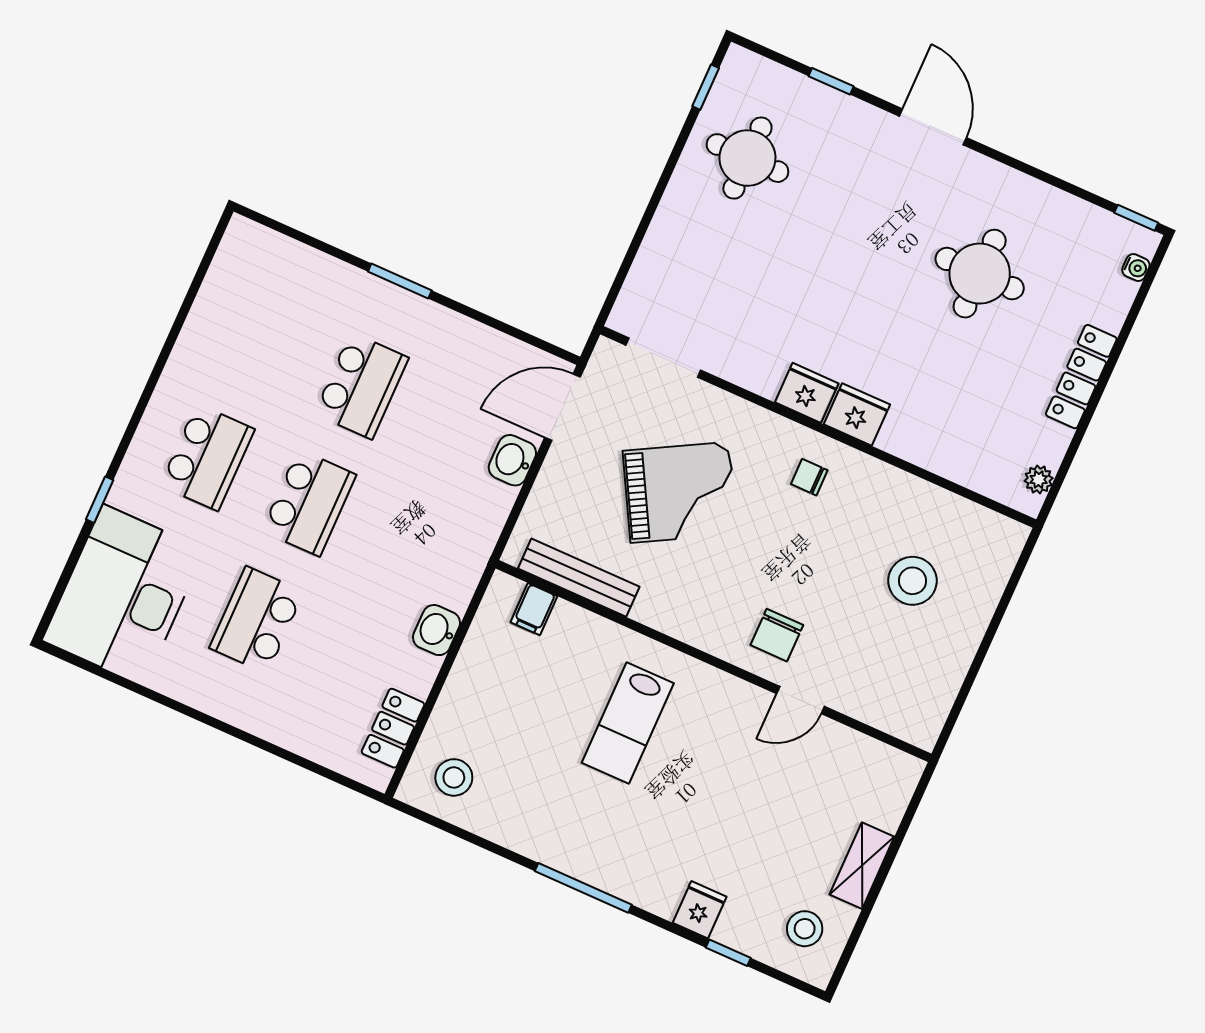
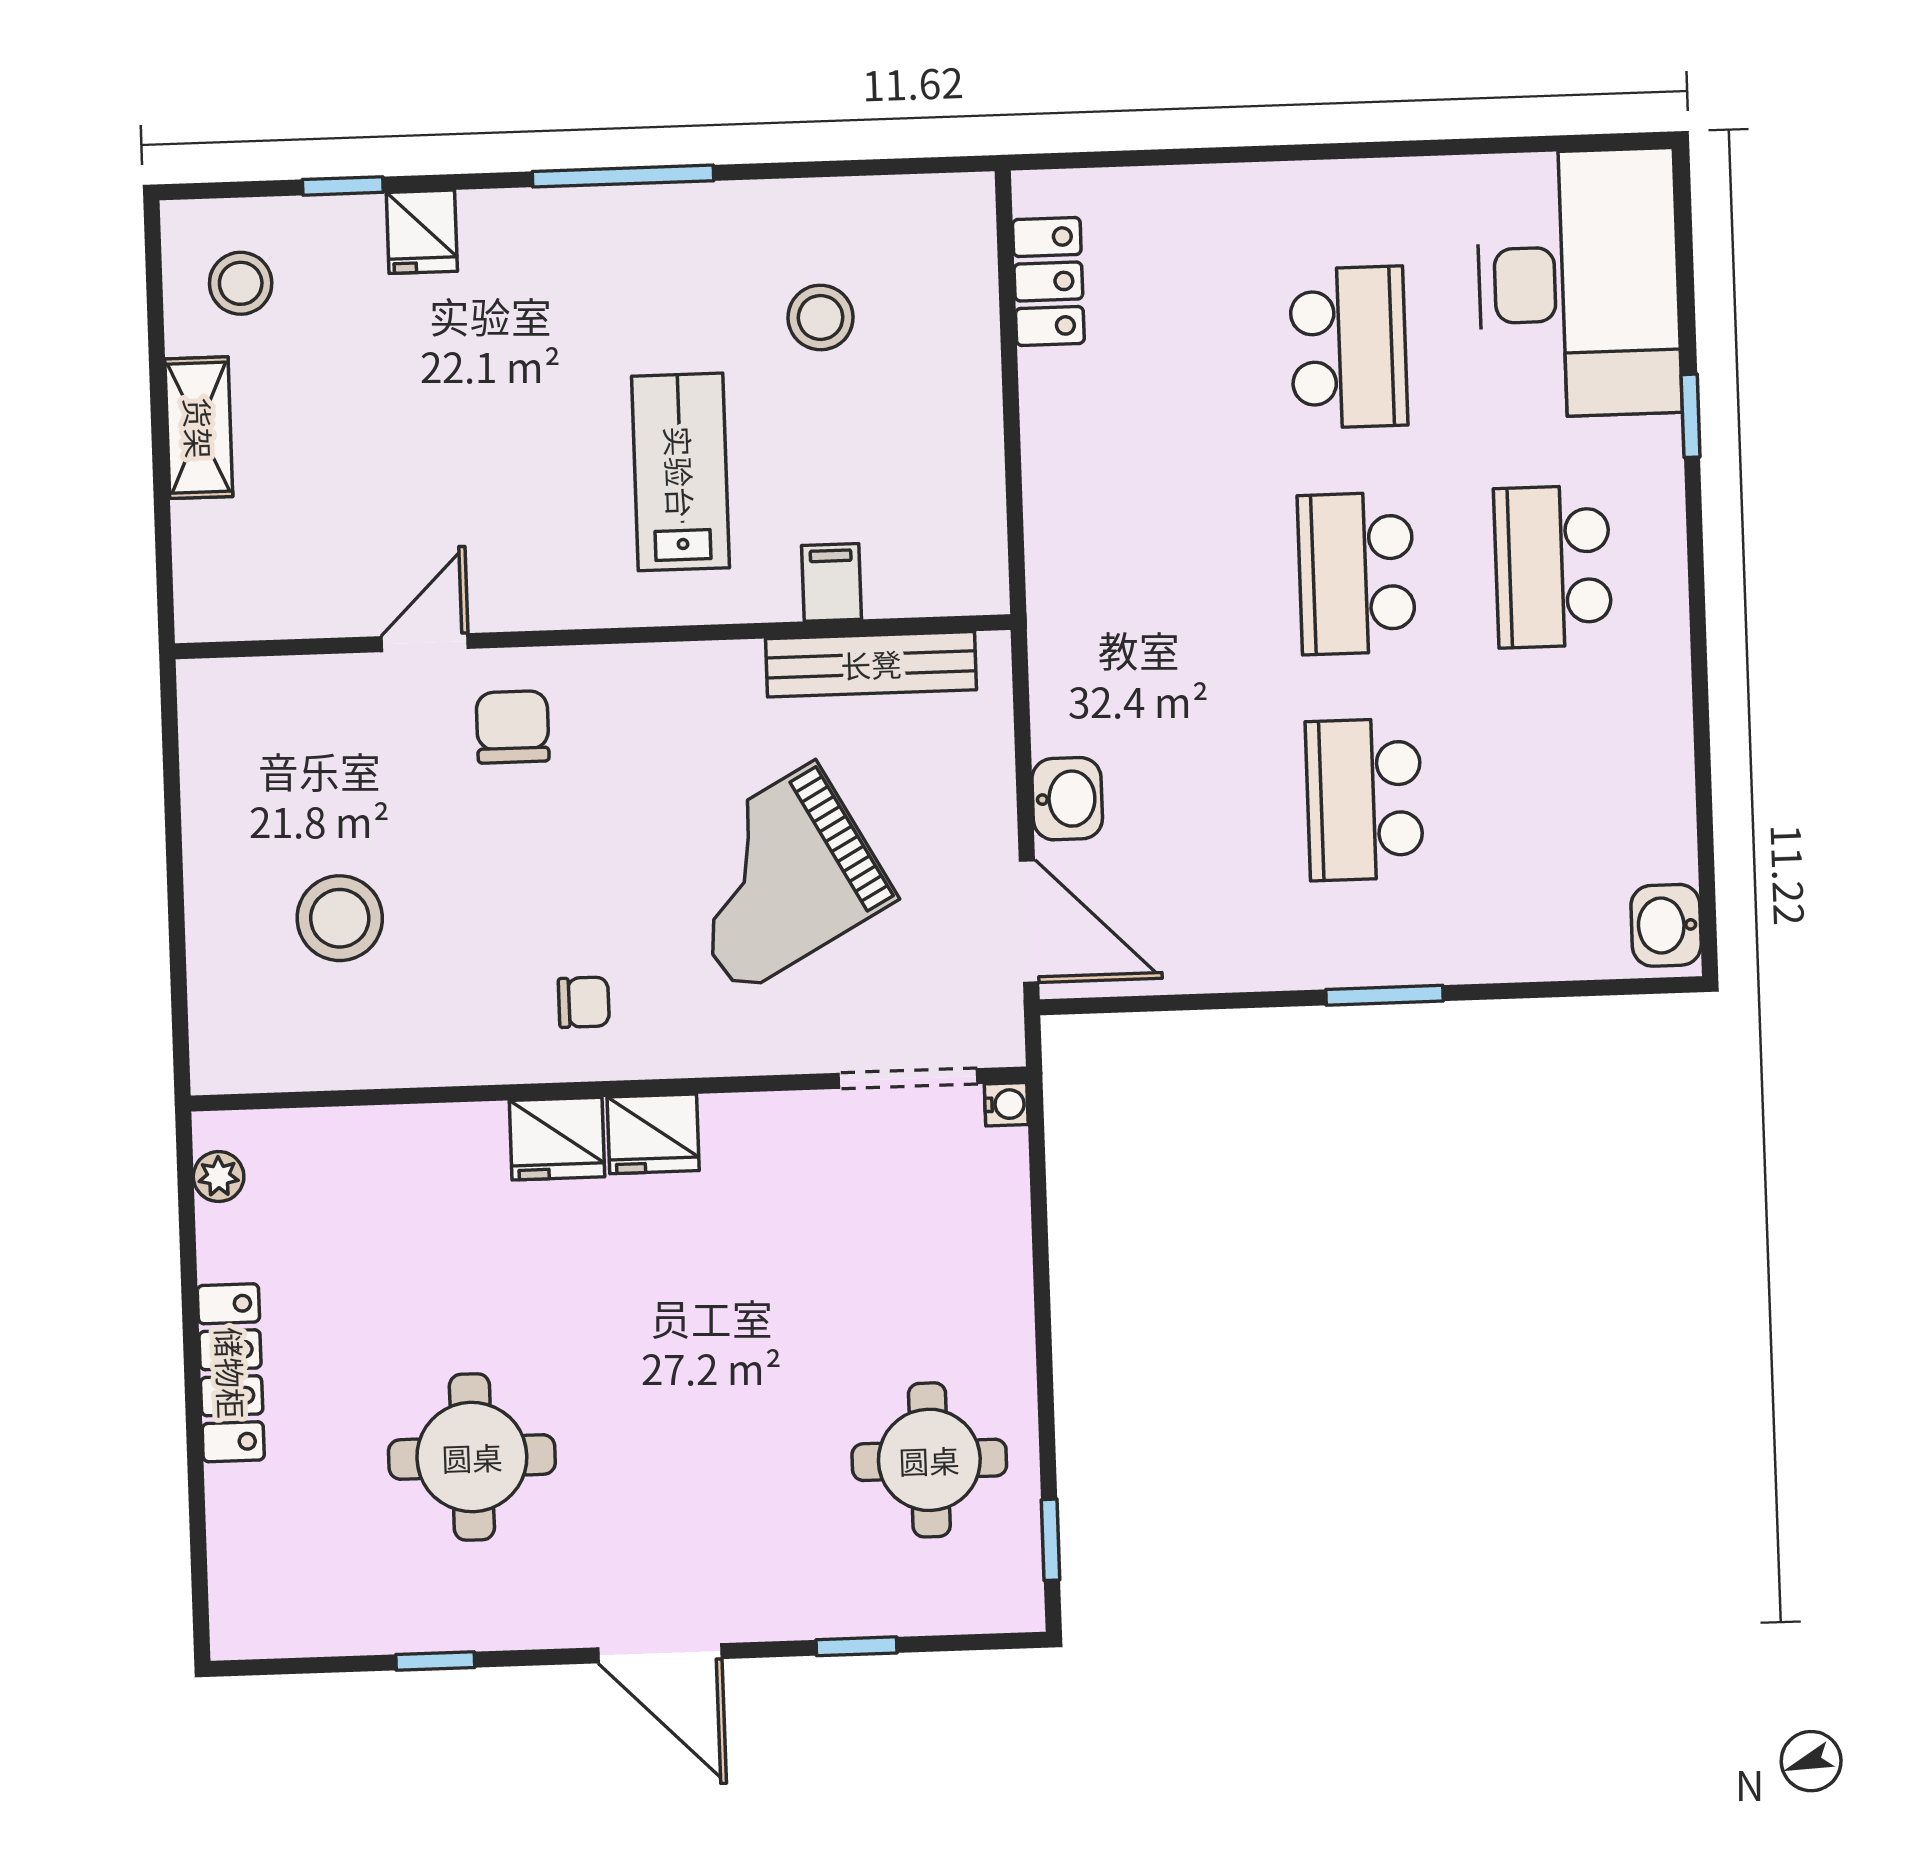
window: (1136, 218) -> (435, 1661), moved
water cooler: (1136, 268) -> (1006, 1104), moved, turned 180
door: (562, 407) -> (1029, 921), hinge flipped
filing cabinet: (534, 609) -> (832, 582), moved
washbasin: (437, 630) -> (1666, 925), moved, turned 180
stool: (454, 777) -> (821, 317), moved

